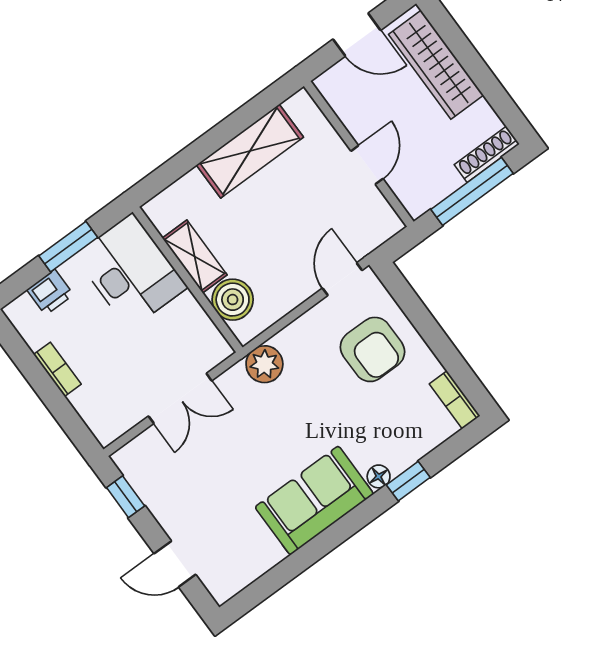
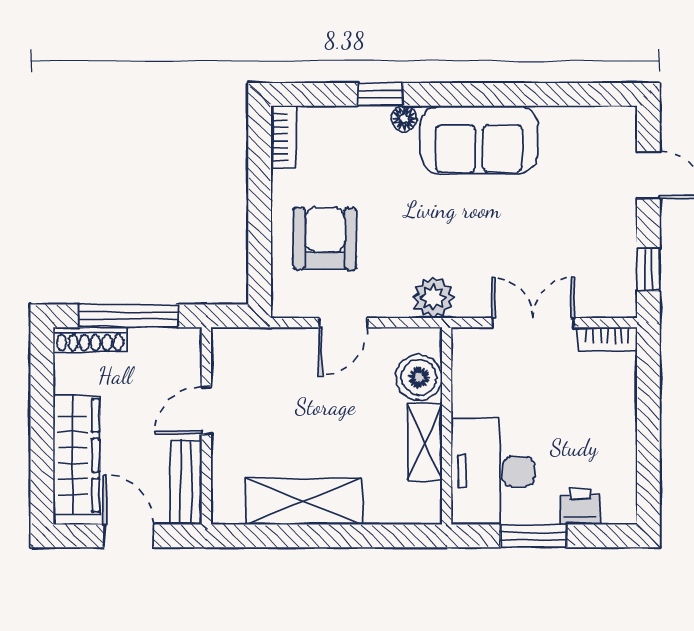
bench: (344, 103) -> (186, 482), added
door: (342, 279) -> (343, 323), moved
bookcase: (57, 369) -> (608, 339), moved, turned -90

